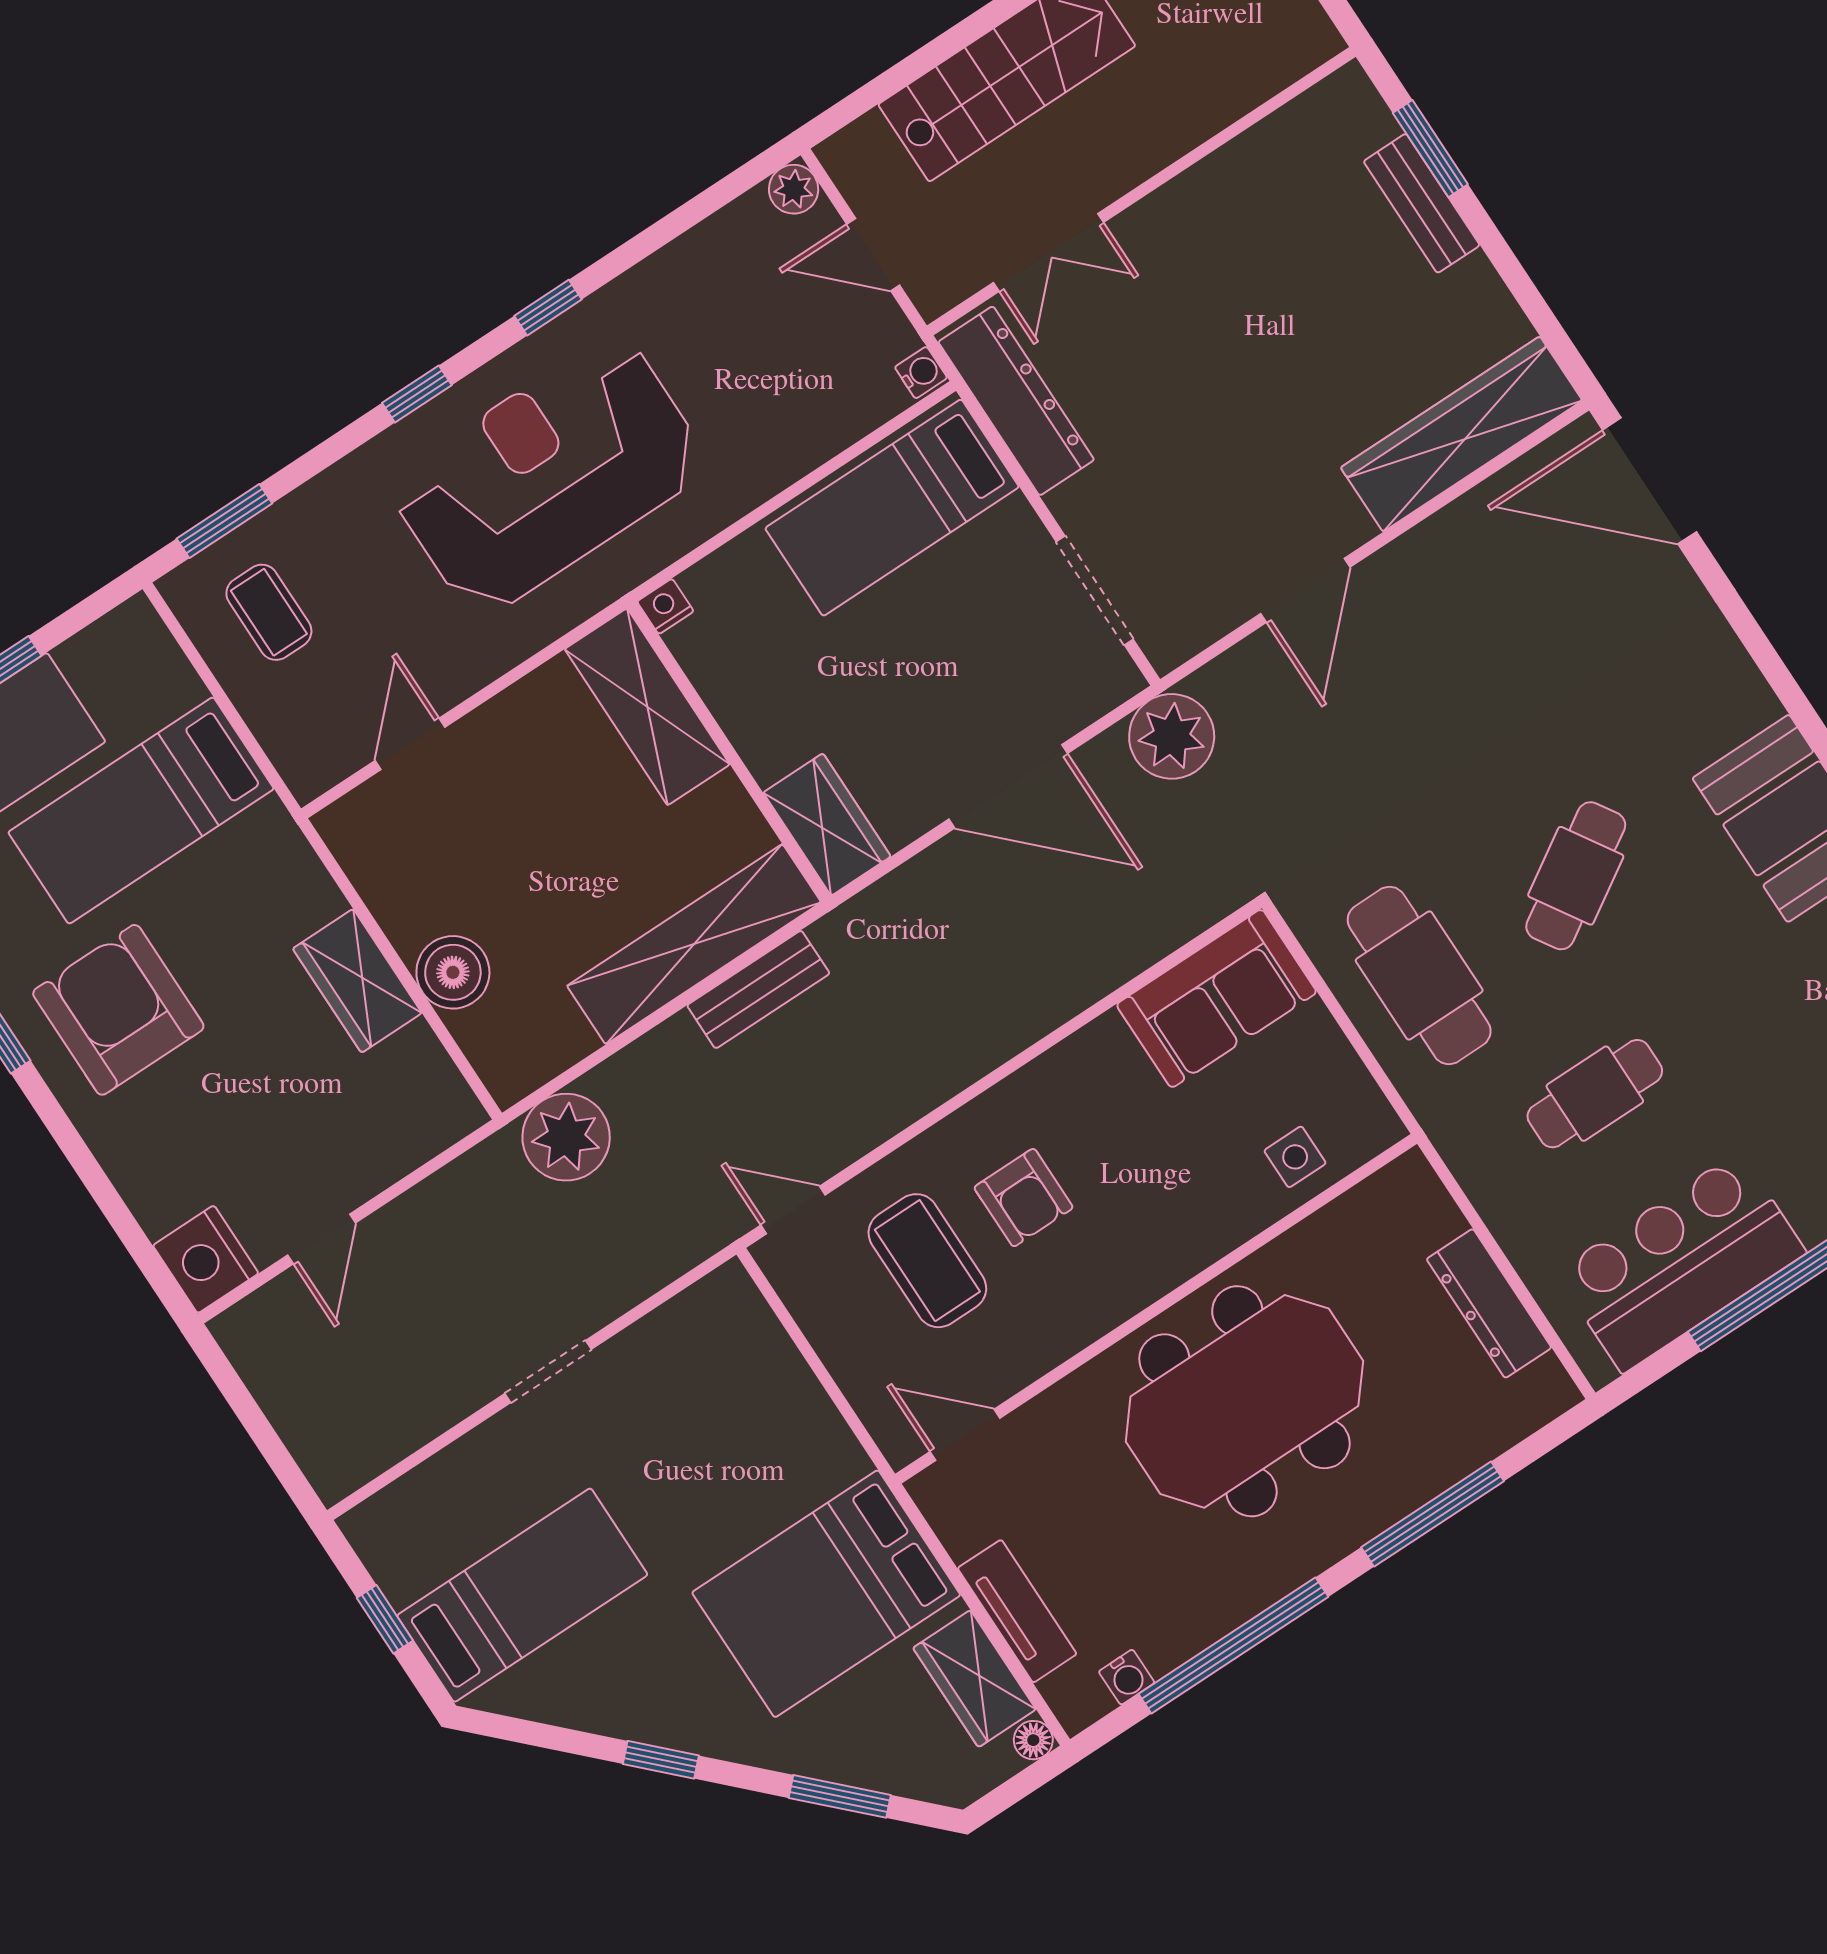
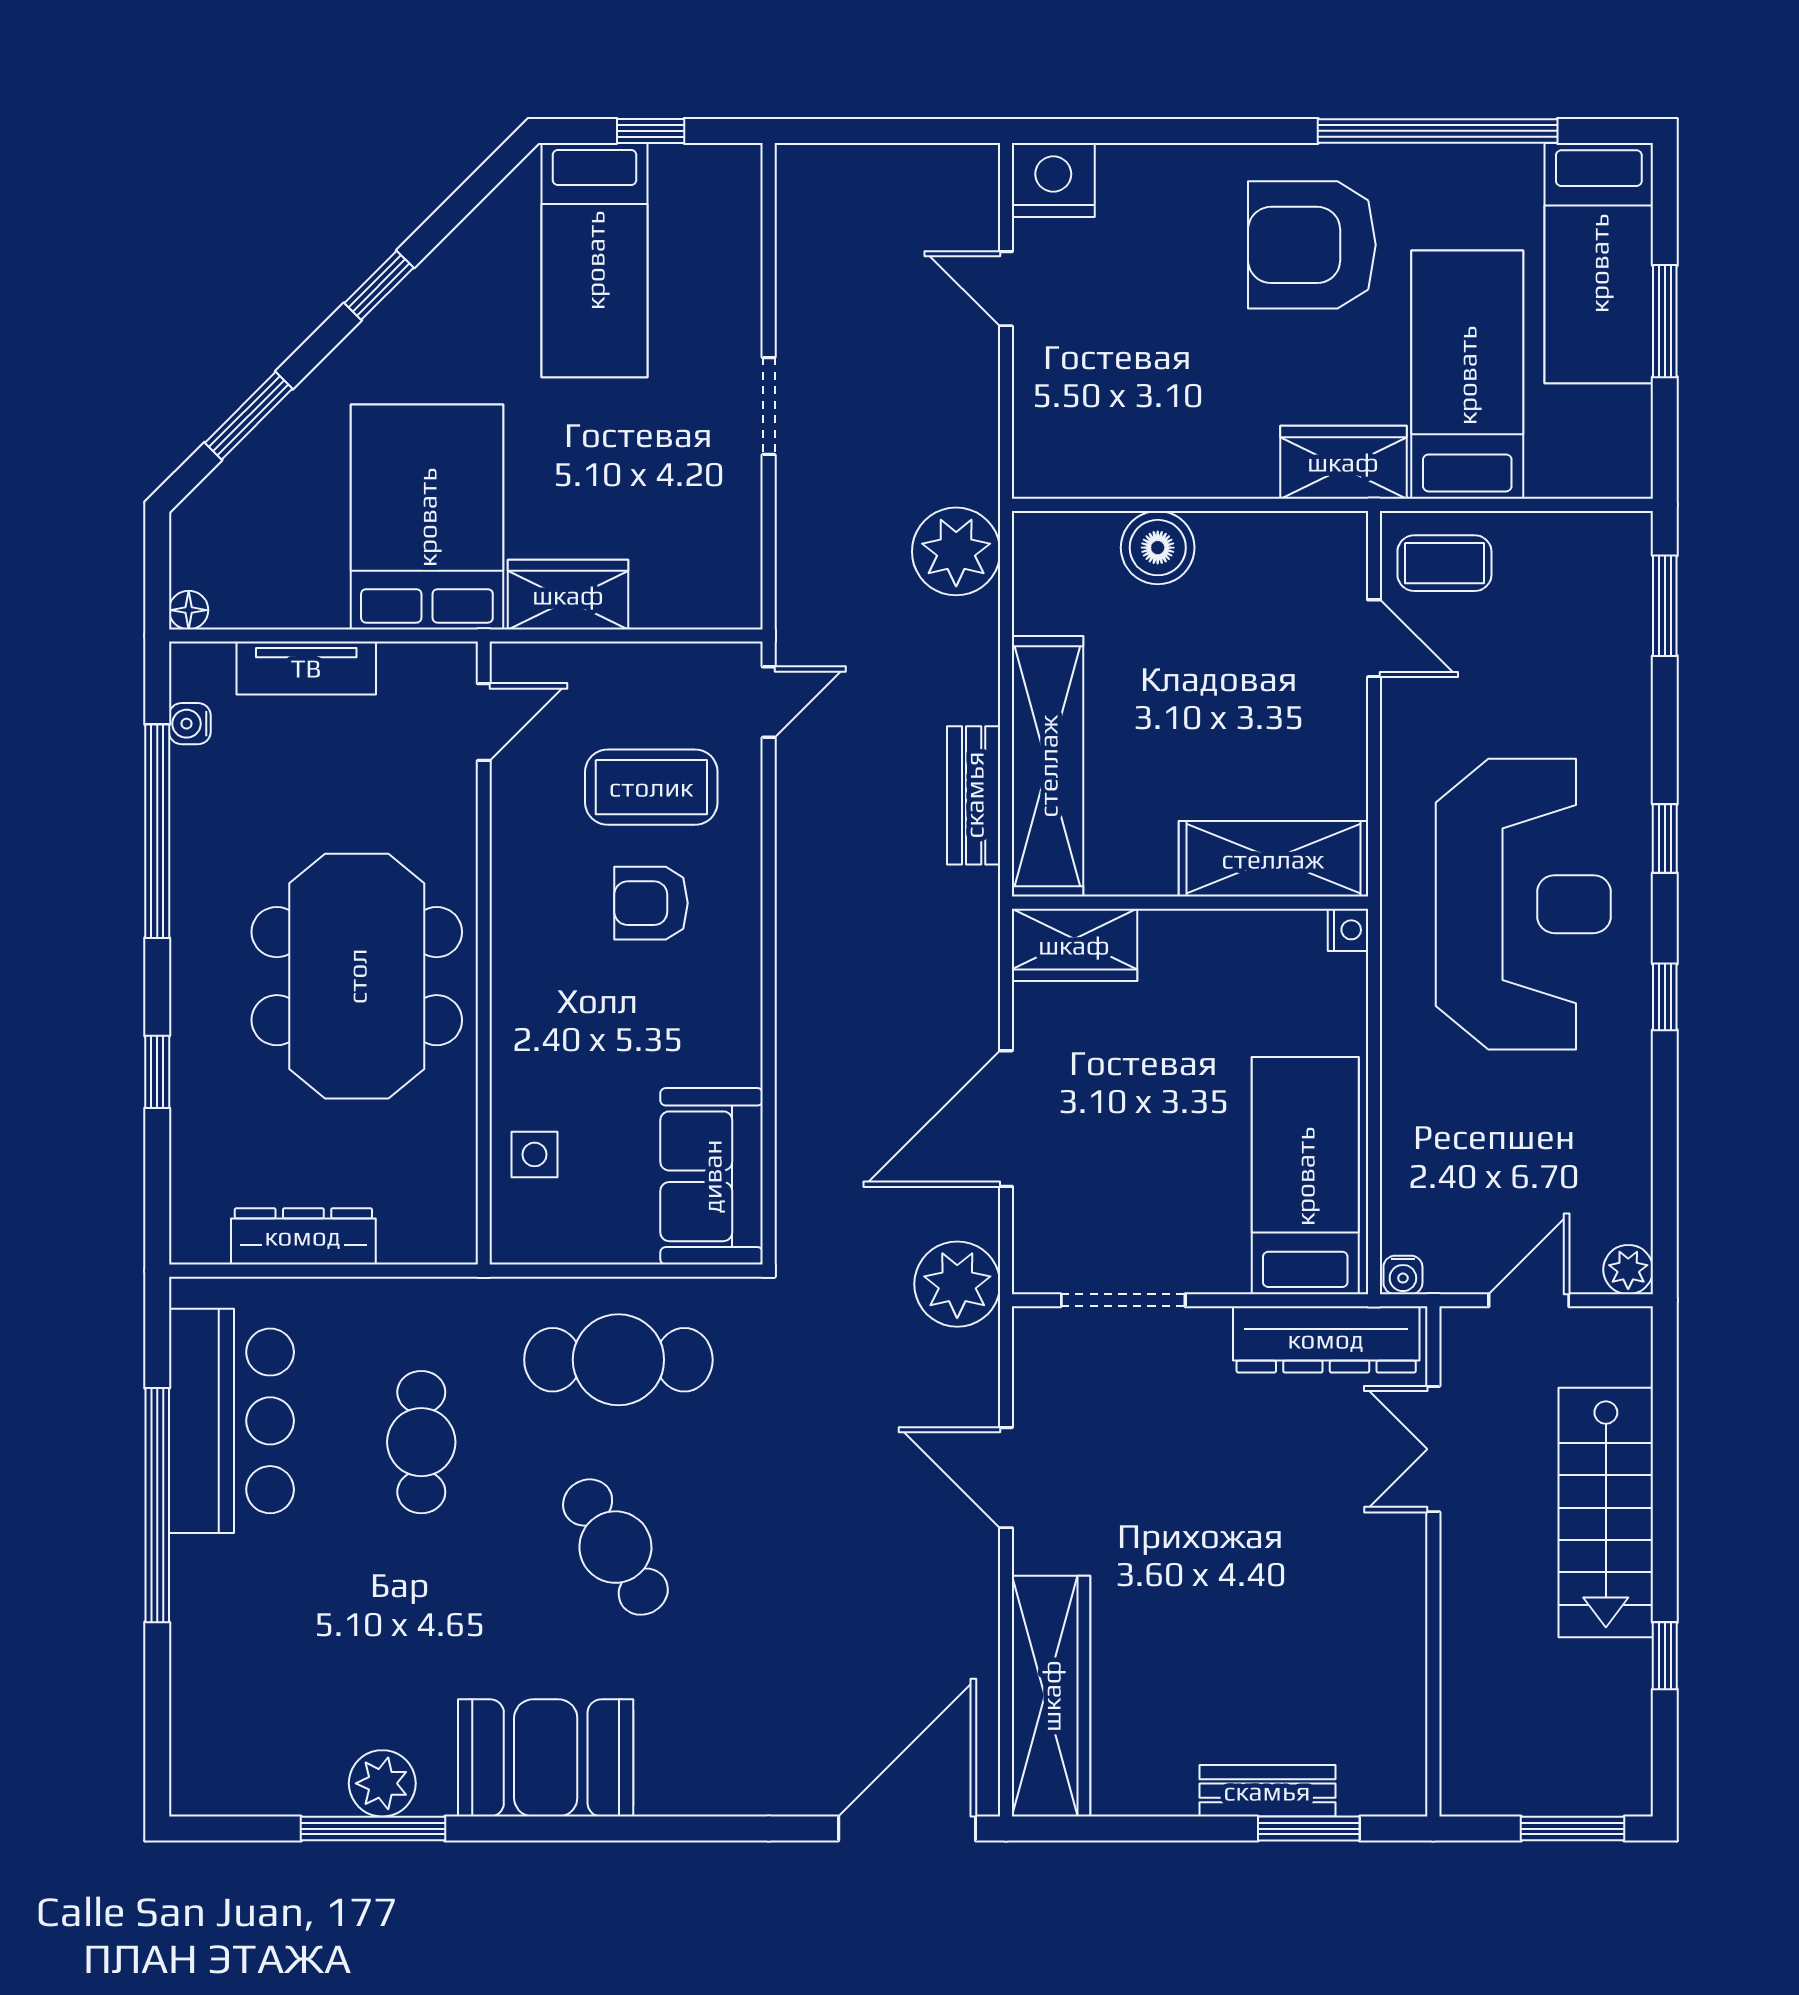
coffee table: (269, 612) -> (1444, 563), moved
wardrobe: (357, 981) -> (1343, 462), moved
armchair: (118, 1010) -> (1312, 245), turned 180
window: (1433, 1514) -> (157, 1072), width x0.46
wardrobe: (974, 1679) -> (568, 595), moved

